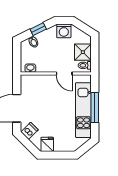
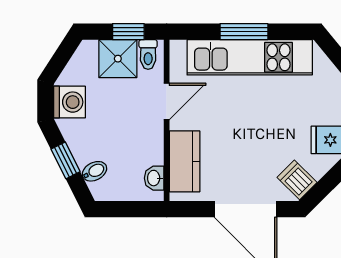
window: (95, 57) -> (128, 32), added
kitchen counter: (38, 81) -> (185, 161), added
window: (95, 108) -> (244, 32), width x0.69

